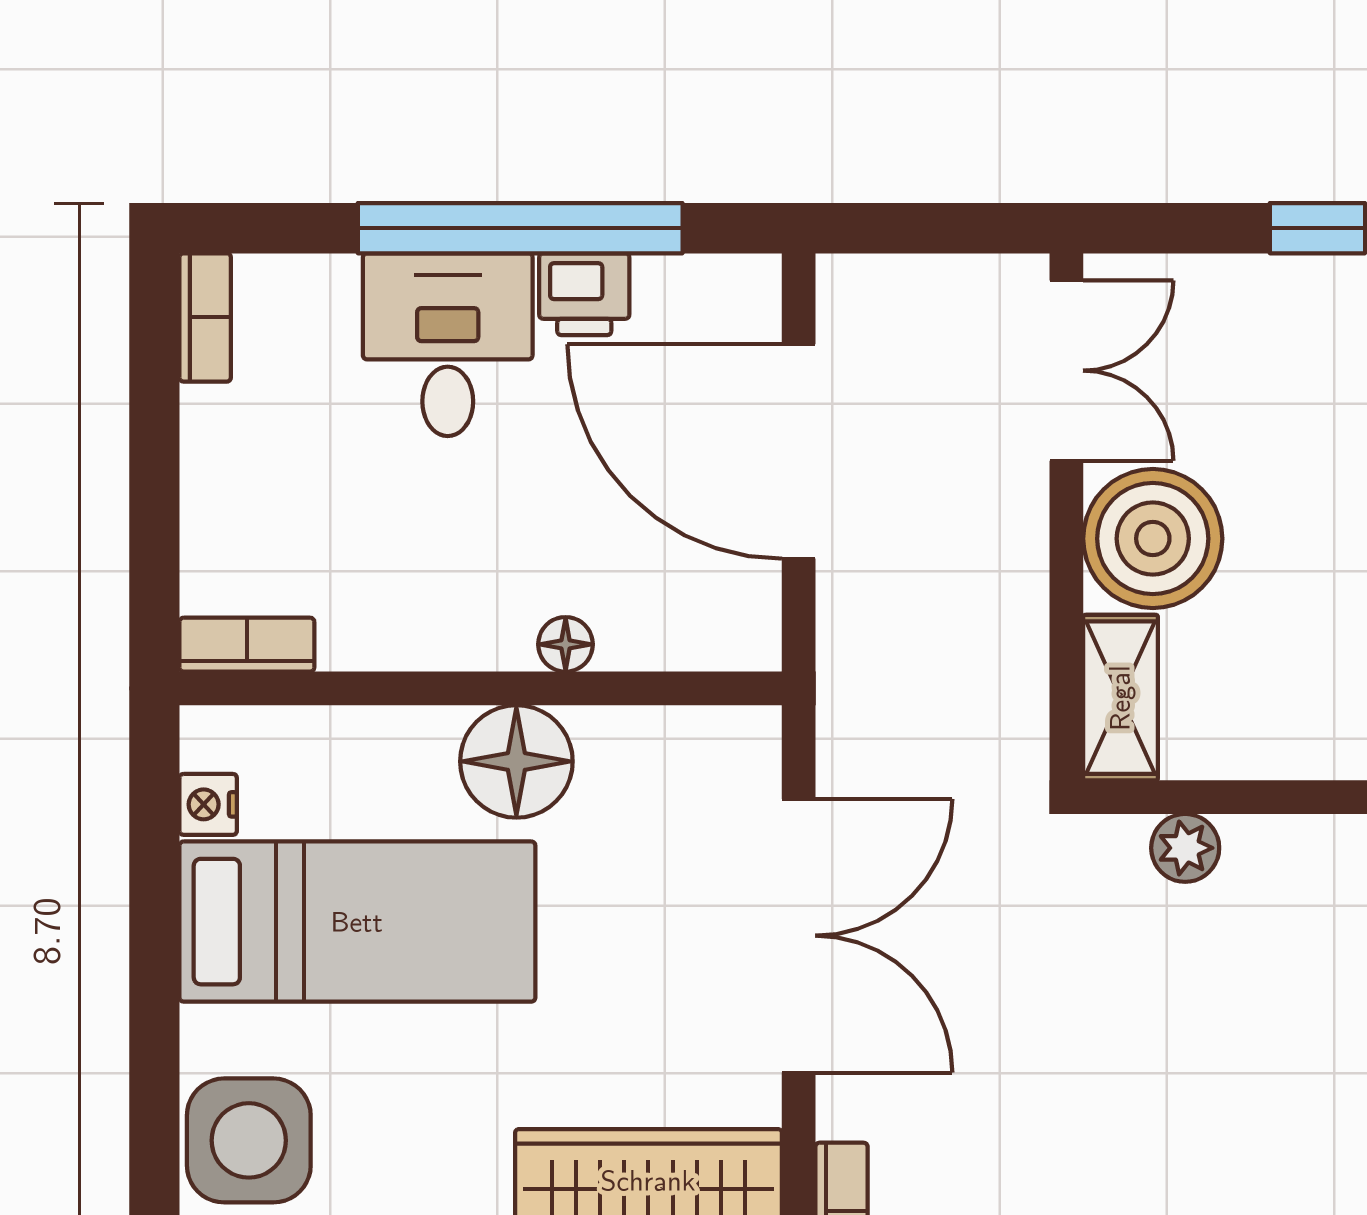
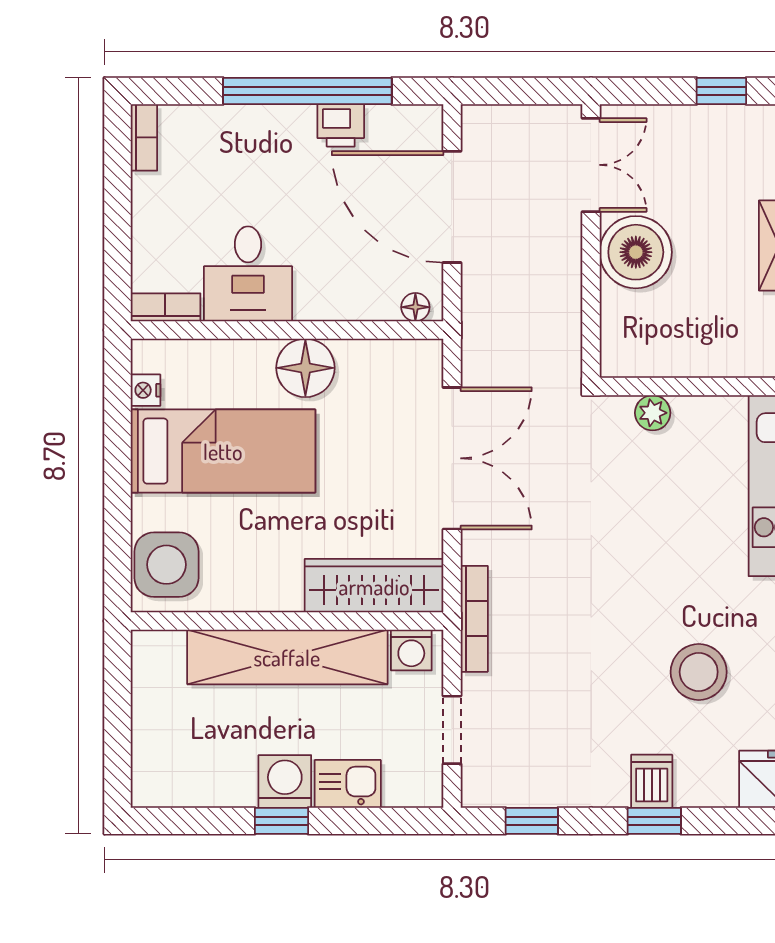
desk: (448, 345) -> (248, 274), moved, turned 180
floor lamp: (566, 644) -> (415, 307), moved
shelving: (1120, 698) -> (619, 335), removed

